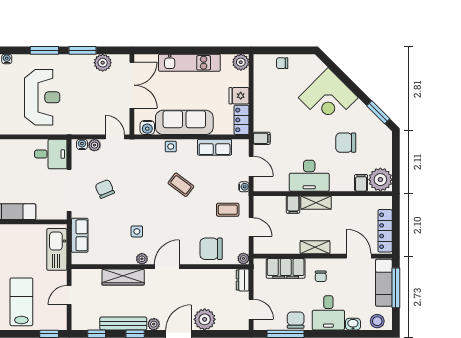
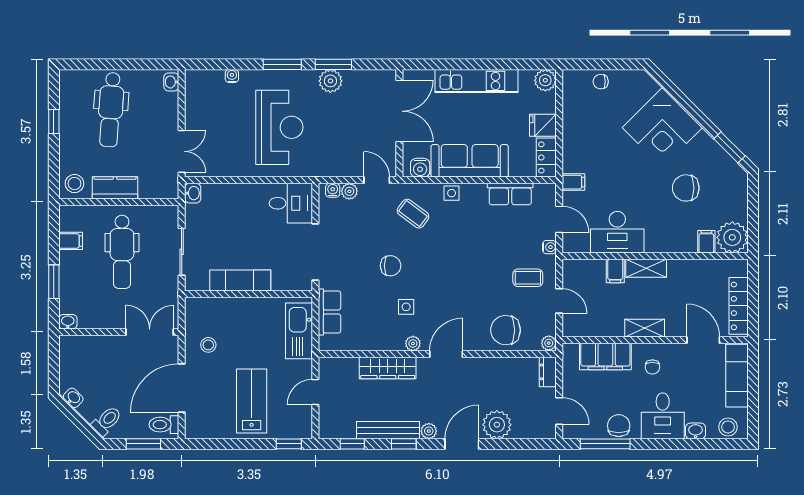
plant: (103, 63) -> (330, 81), moved
desk: (309, 176) -> (617, 232), moved
coffee table: (181, 185) -> (413, 214), moved
chair: (105, 189) -> (391, 266), moved, turned 113
window: (396, 288) -> (753, 382), removed

